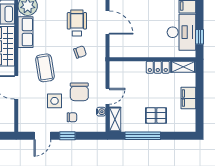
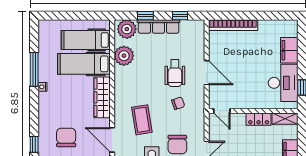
wheelchair: (77, 23) -> (175, 73), turned 180
row of seats: (26, 32) -> (122, 83), removed
door: (122, 59) -> (222, 111), added

